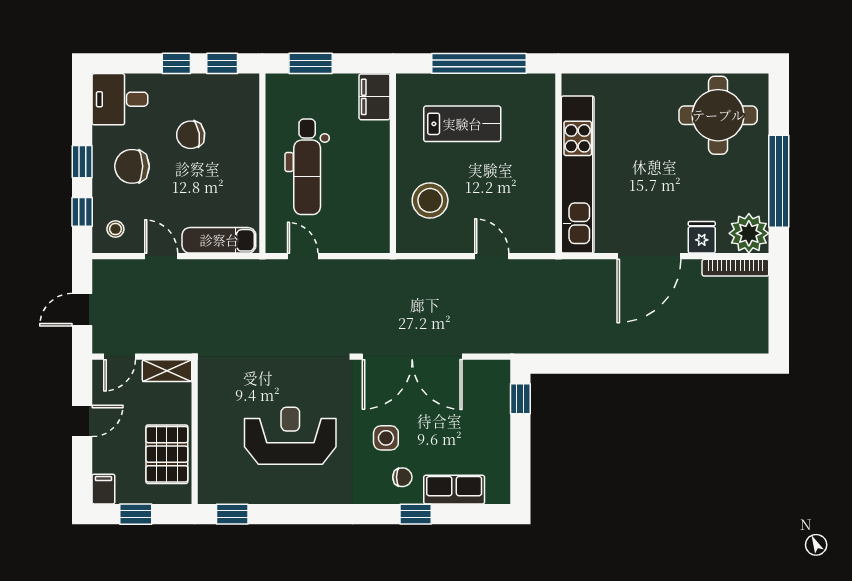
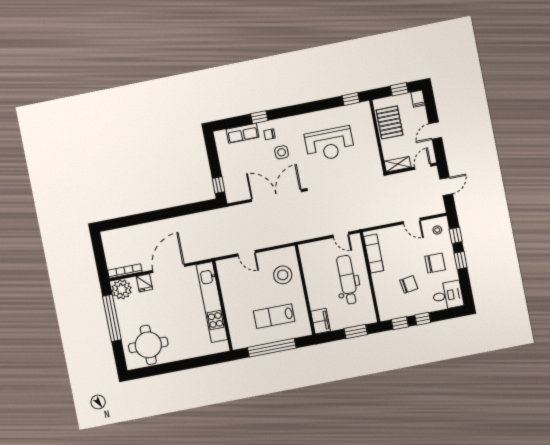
exam couch: (219, 240) -> (374, 253), moved, turned -90

